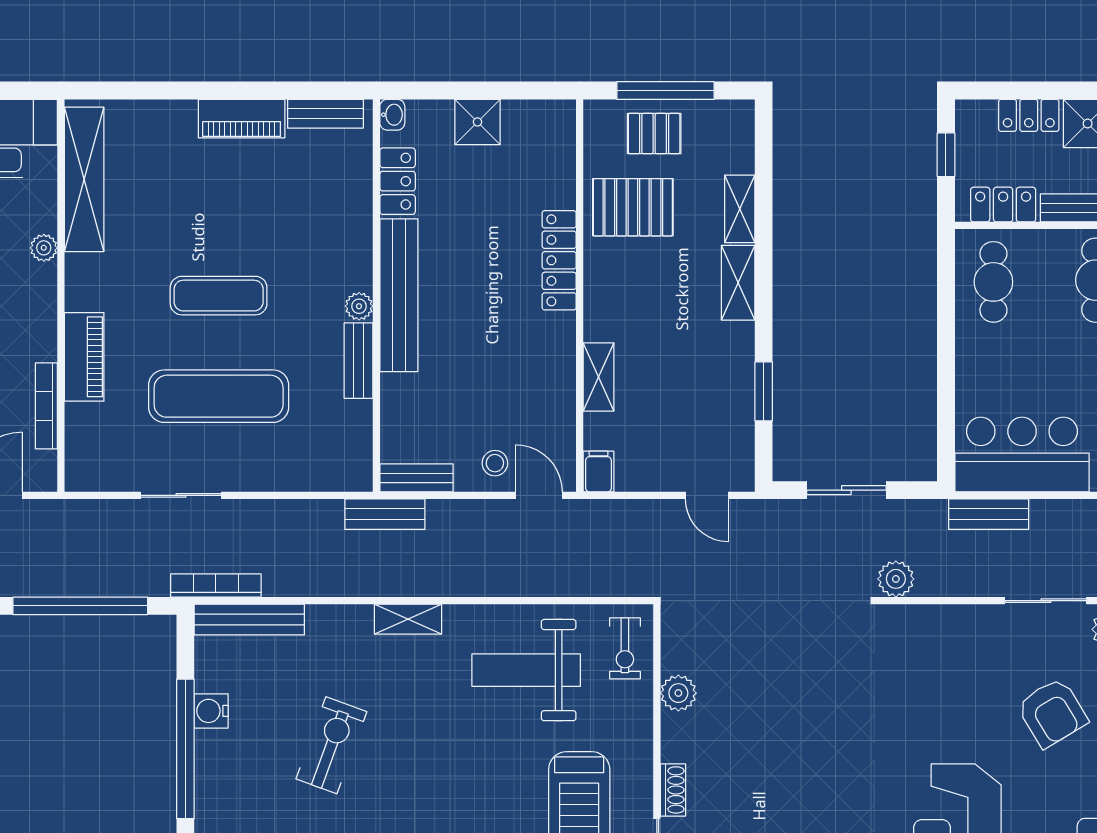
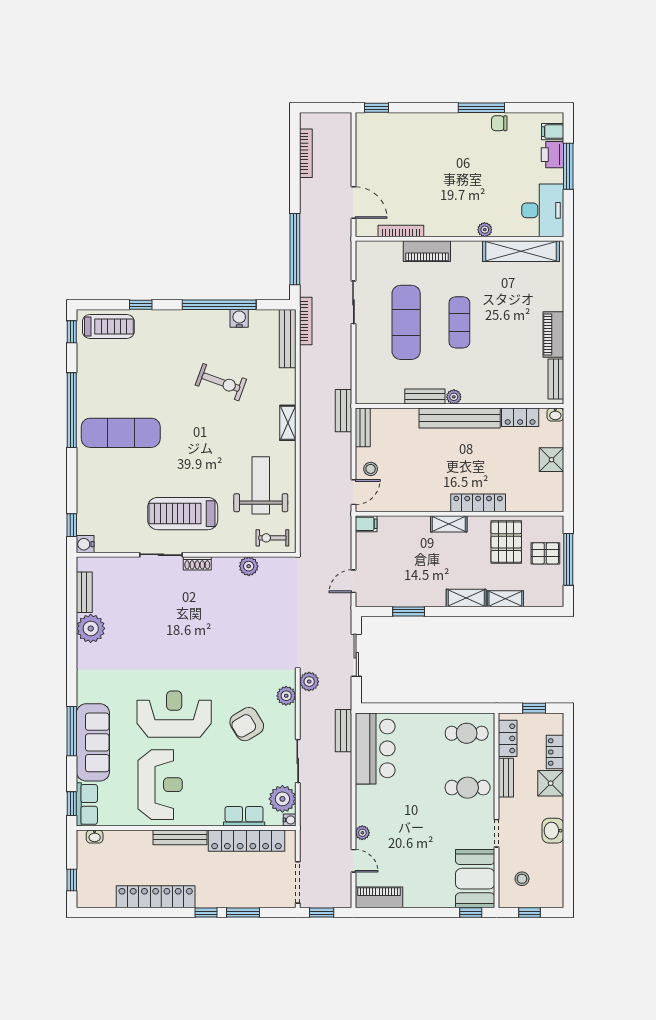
pallet: (654, 134) -> (545, 553), turned 90
shelving: (599, 377) -> (449, 524), moved
plant: (923, 622) -> (286, 696), added
armchair: (1052, 713) -> (247, 724), moved

